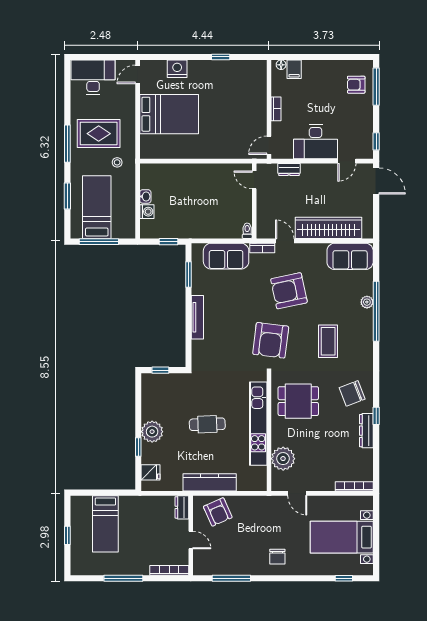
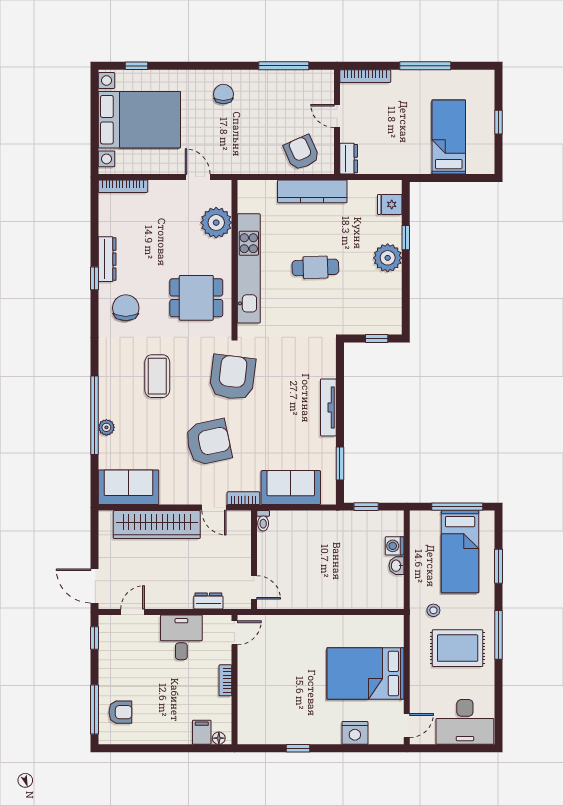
desk: (316, 142) -> (181, 637), width x0.73
chair: (352, 393) -> (126, 308), turned -69
bed with nightstands: (342, 537) -> (139, 120), width x1.36

